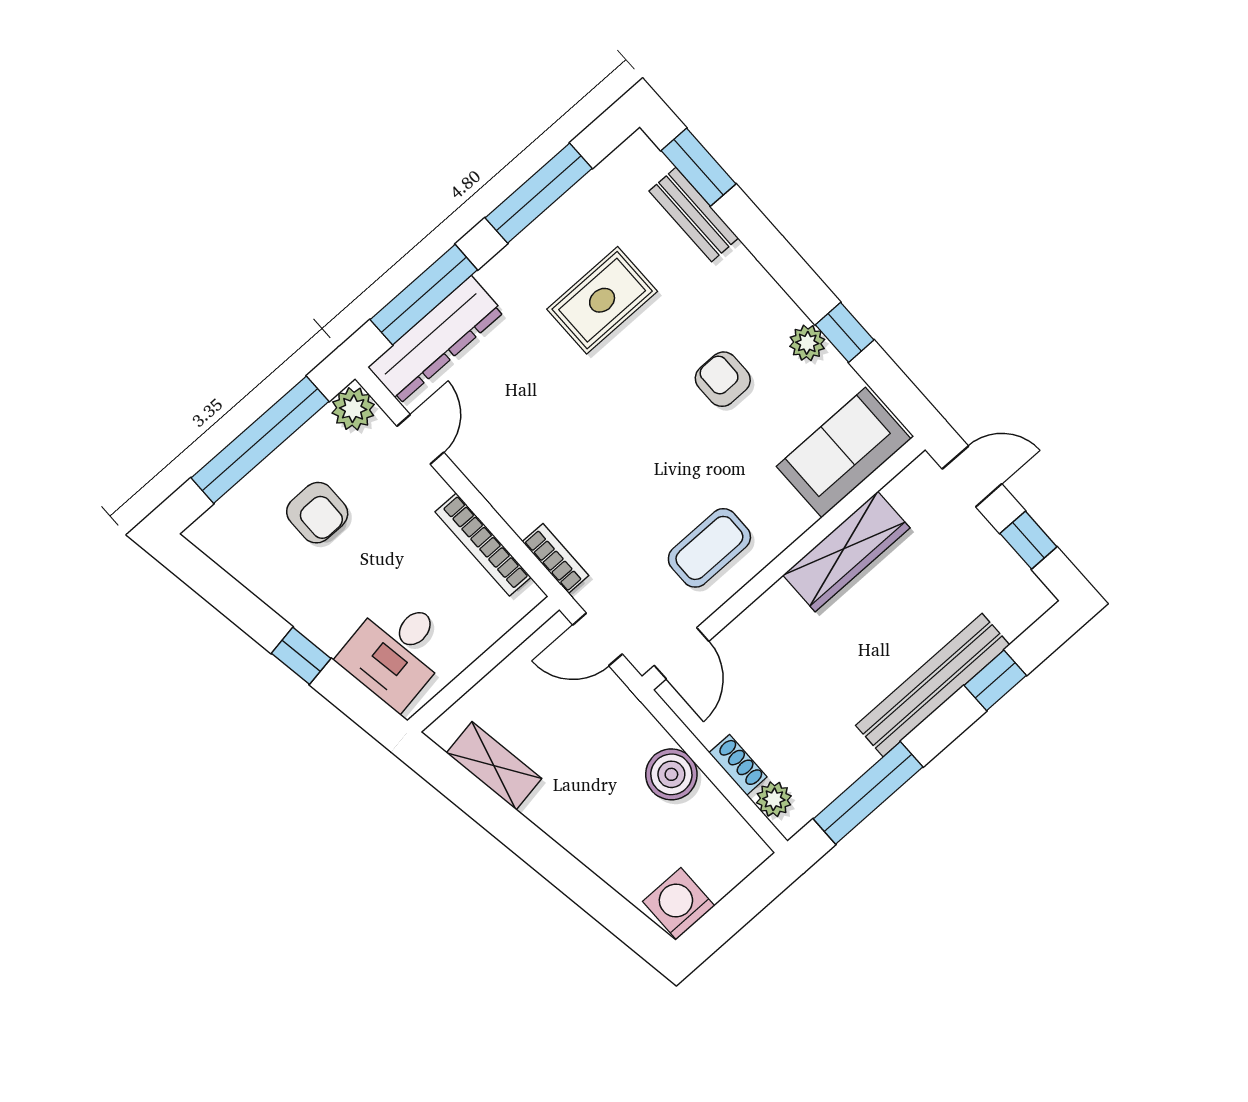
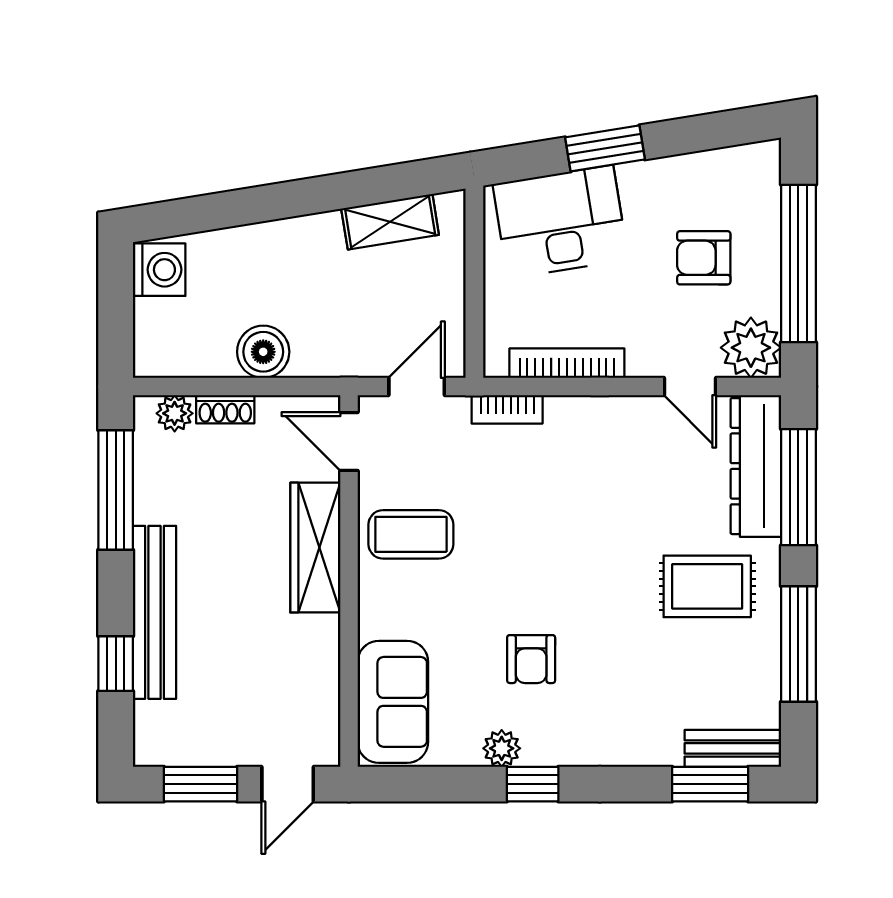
bench: (694, 215) -> (733, 748), moved
rug: (602, 300) -> (707, 586), moved, turned 90
window: (845, 332) -> (533, 784), moved
armchair: (723, 379) -> (531, 659), turned 90
plant: (353, 409) -> (751, 348), width x1.36, depth x1.36
window: (1028, 540) -> (201, 784), width x1.50
coffee table: (709, 548) -> (411, 534), turned 90
wardrobe: (846, 552) -> (315, 548), moved
desk: (396, 651) -> (560, 222), width x1.37
window: (301, 656) -> (605, 148), width x1.50

